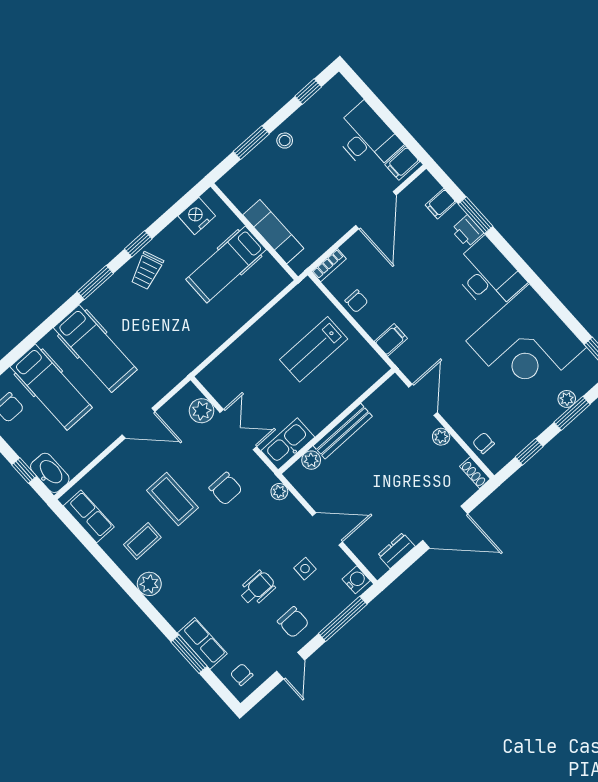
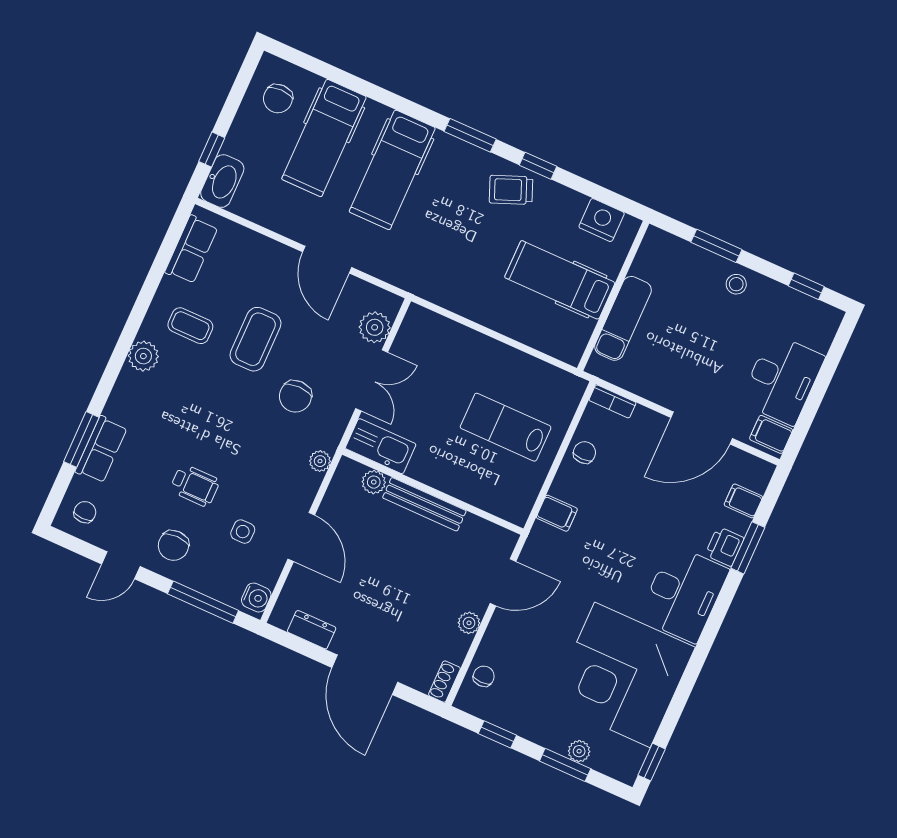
chair: (356, 301) -> (584, 453), turned 180

